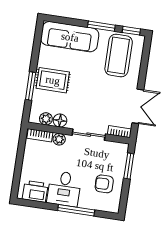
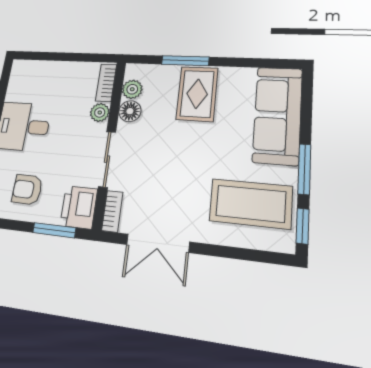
armchair: (104, 184) -> (27, 190), turned -88
printer: (35, 191) -> (79, 207), moved, turned 180

